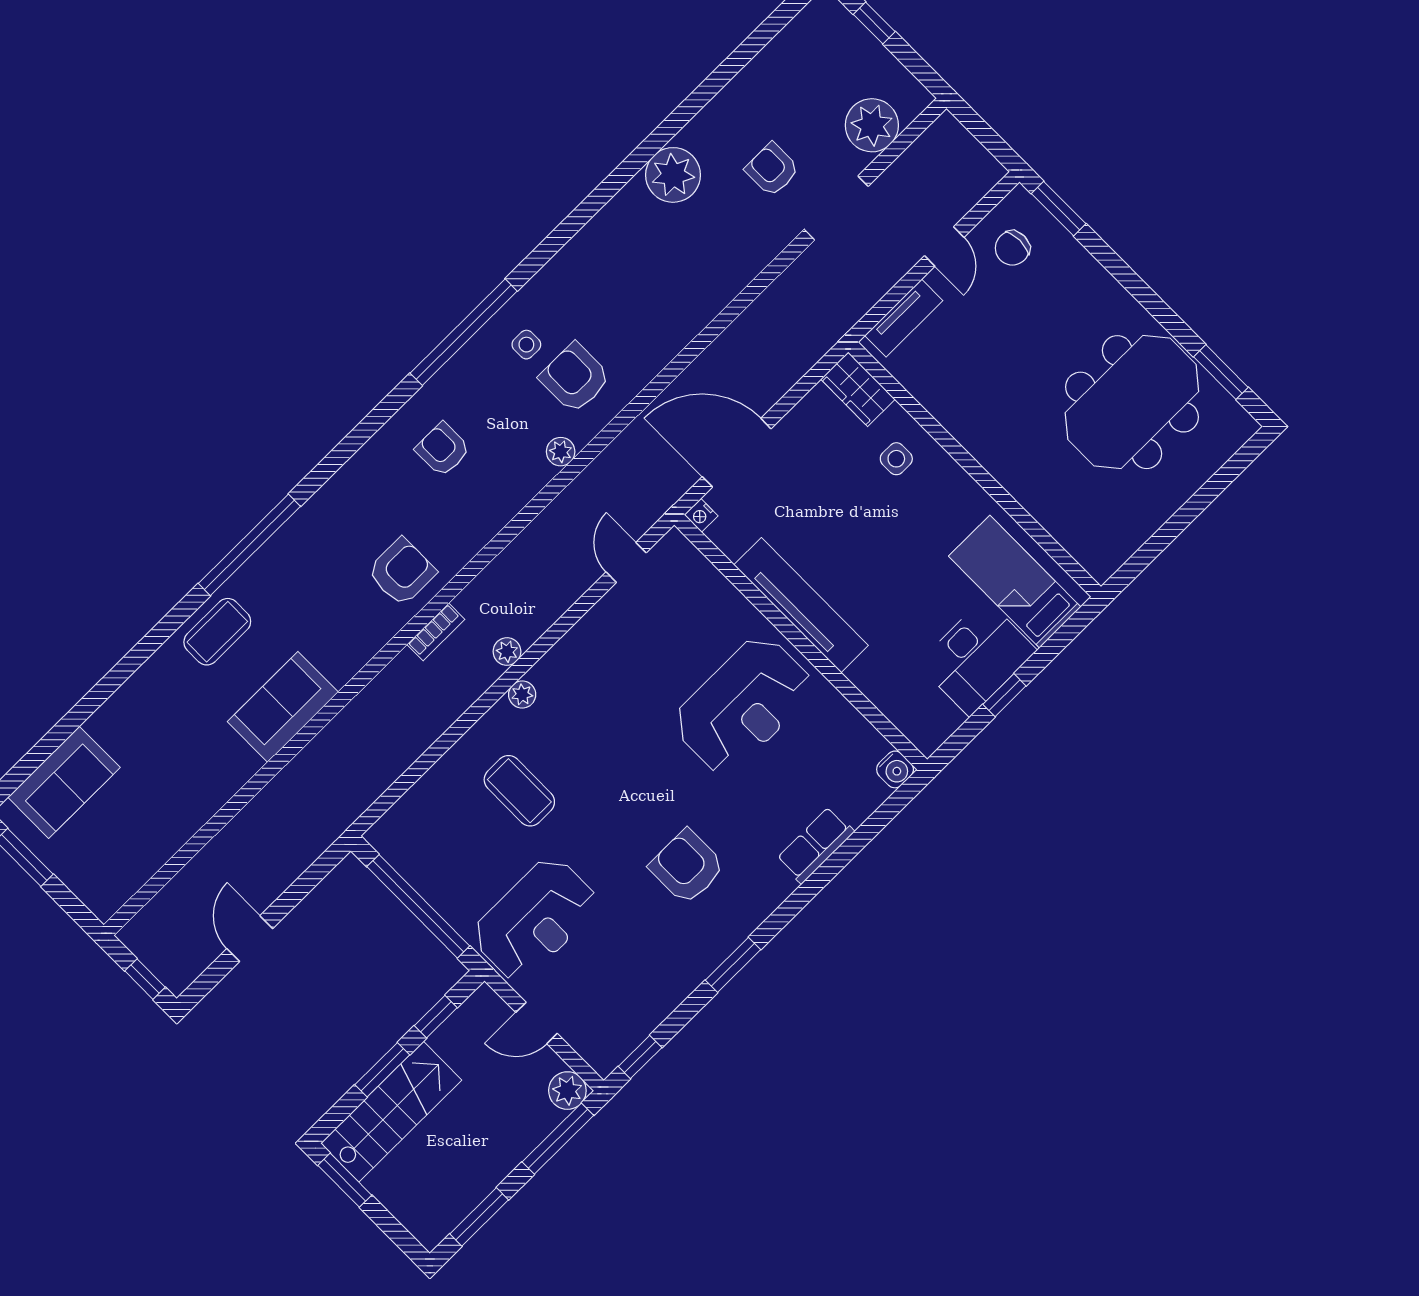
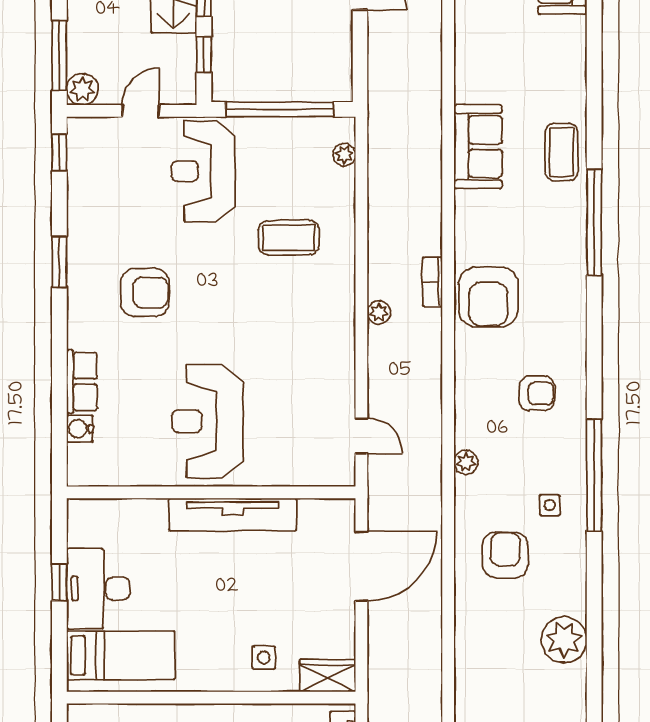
plant: (673, 175) -> (564, 640), moved
armchair: (575, 378) -> (505, 555), moved, turned -90
nightstand: (701, 515) -> (345, 508), removed
armchair: (402, 572) -> (488, 297), width x1.36, depth x1.36
plant: (522, 695) -> (344, 155), moved
water cooler: (895, 769) -> (80, 429), moved

